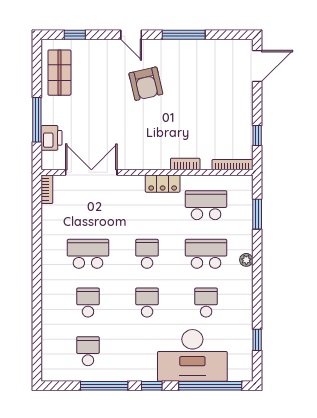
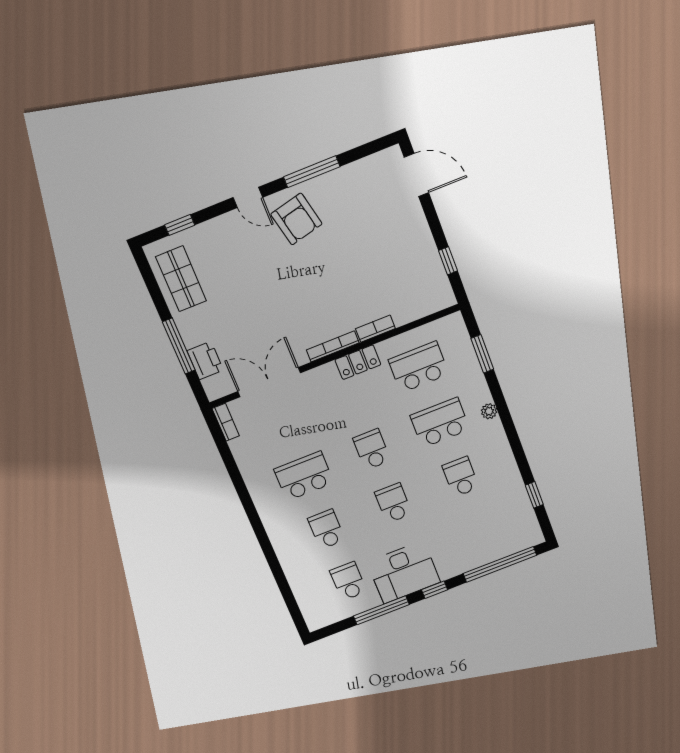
door: (257, 66) -> (416, 175), hinge flipped
armchair: (146, 84) -> (296, 219), moved
bookcase: (232, 165) -> (333, 346), moved
desk: (192, 355) -> (404, 572), moved, width x0.73, depth x0.77

